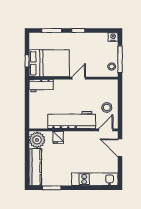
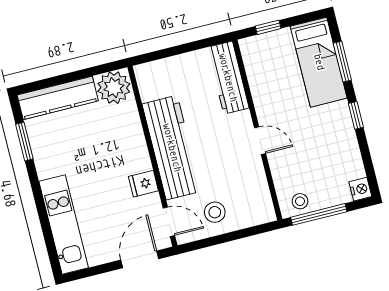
bed: (49, 63) -> (319, 62), moved, width x0.67
workbench: (41, 86) -> (228, 78), width x1.38
fridge: (58, 137) -> (143, 184), moved

